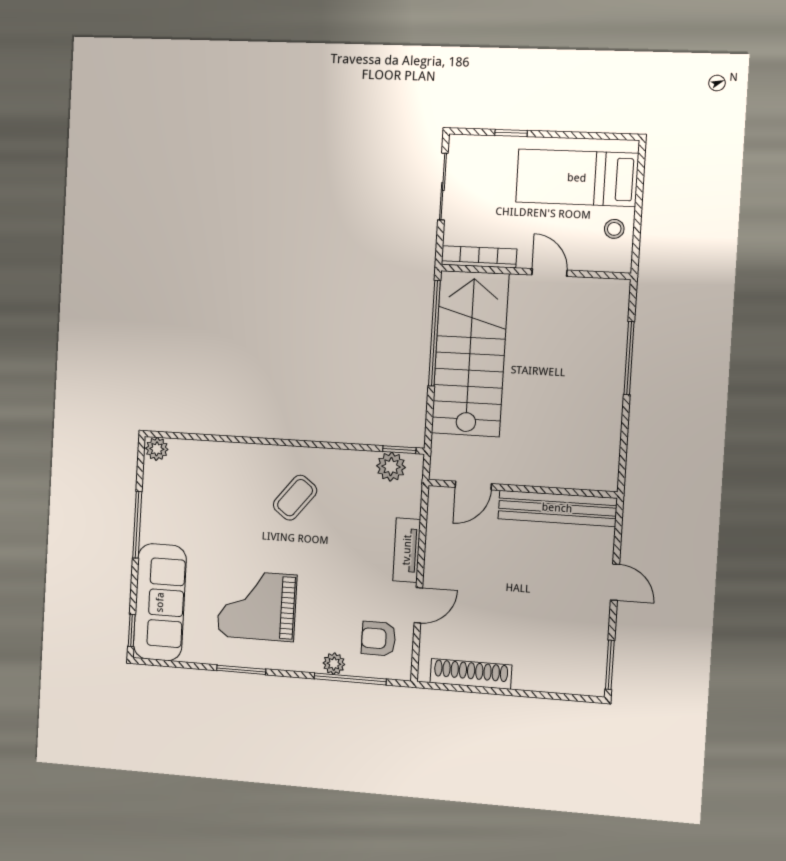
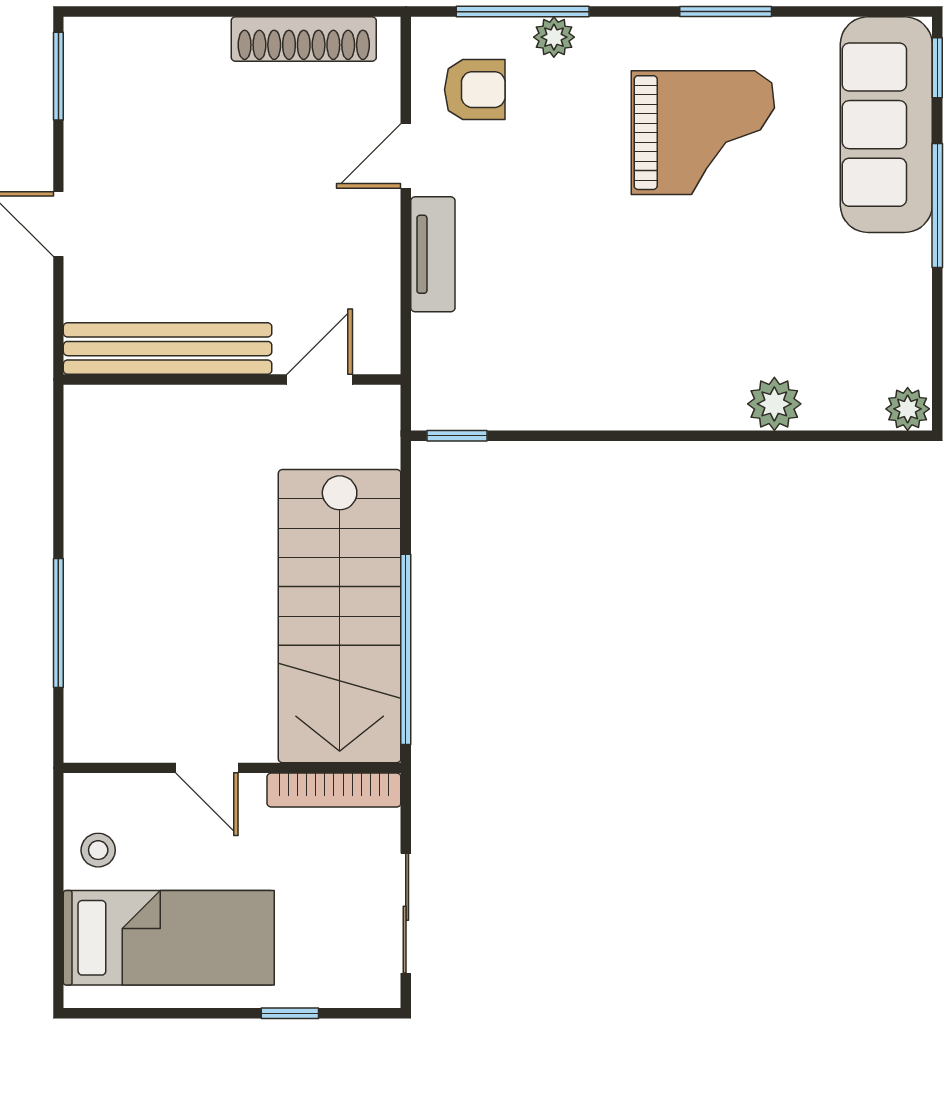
plant: (391, 467) -> (774, 404), moved
coffee table: (295, 498) -> (643, 336), removed
window: (137, 525) -> (937, 206), moved

